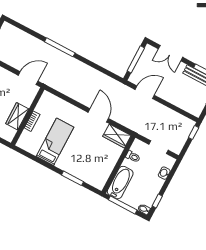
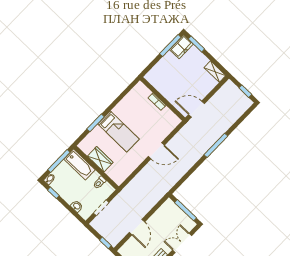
door: (28, 78) -> (196, 109), swing flipped
door: (145, 92) -> (137, 227), moved
door: (98, 115) -> (156, 151), moved
wardrobe: (17, 116) -> (165, 90), removed
wardrobe: (117, 136) -> (100, 159), moved, turned 90
bed: (55, 142) -> (118, 131), moved

